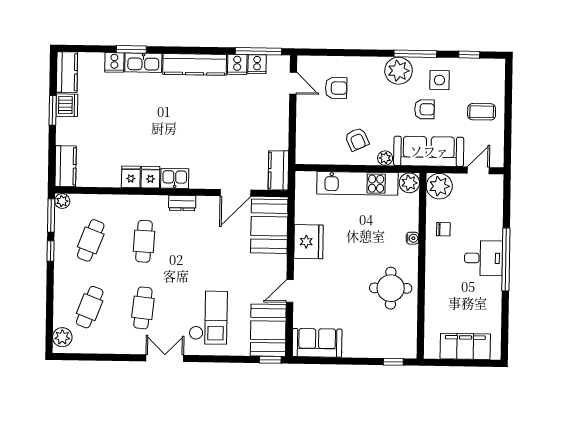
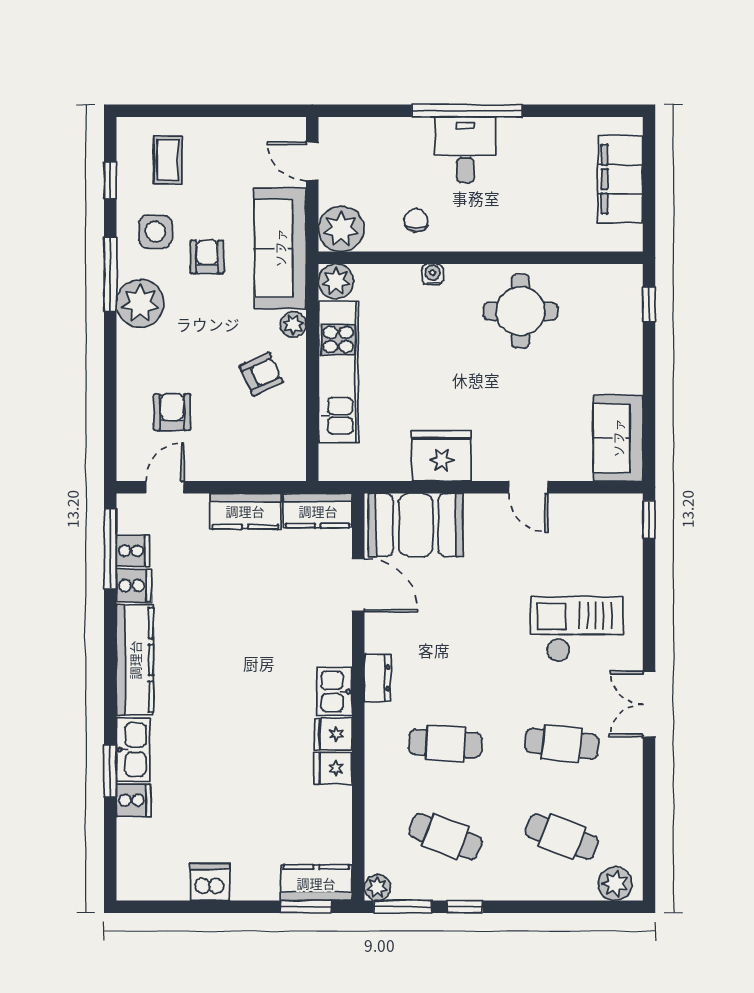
kitchen counter: (67, 72) -> (245, 511), moved, turned 180
window: (53, 110) -> (306, 907), moved
coffee table: (482, 112) -> (168, 160), moved
booth: (268, 330) -> (597, 524), removed

